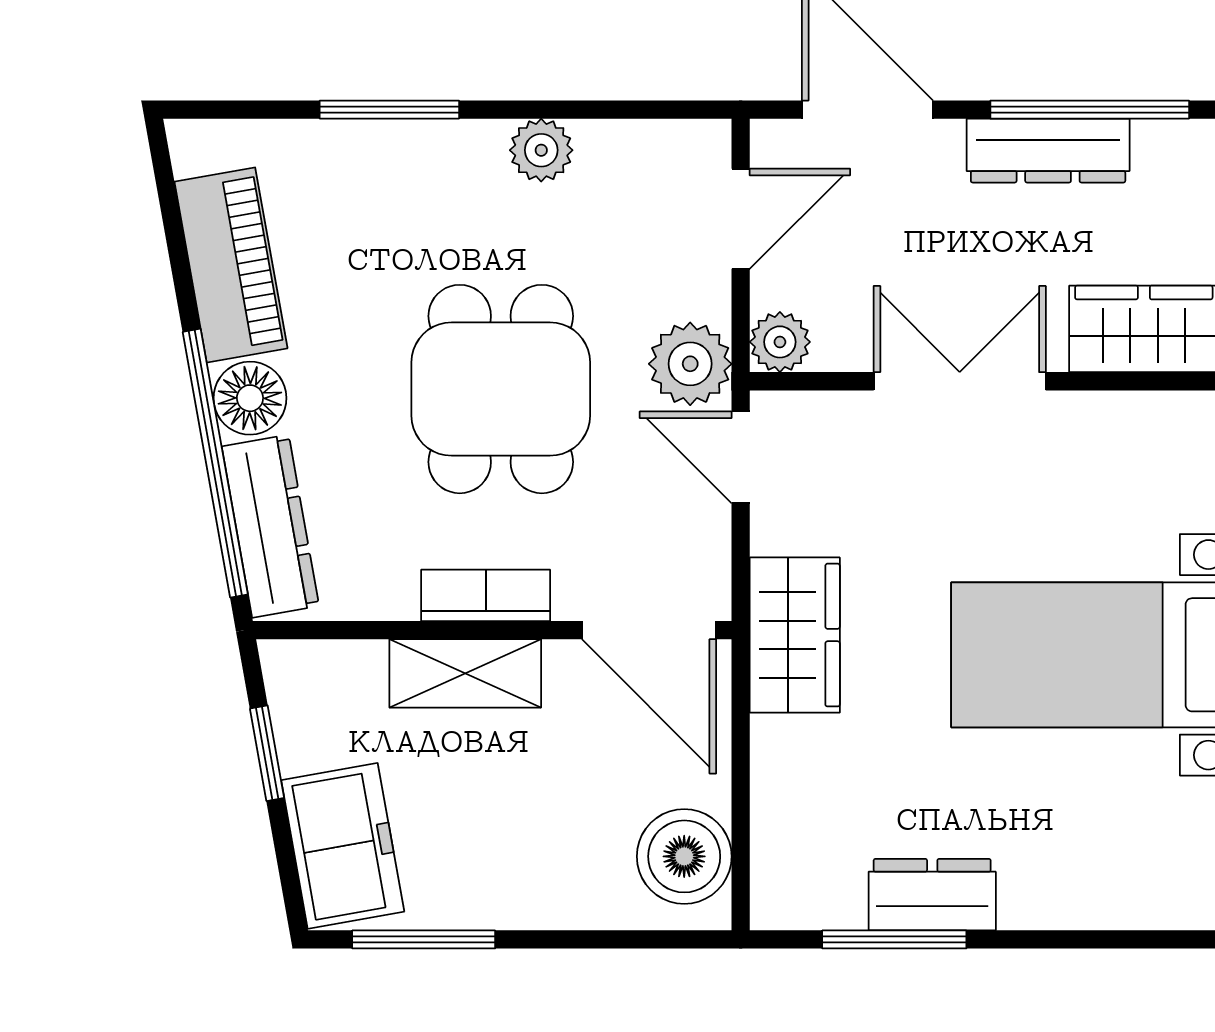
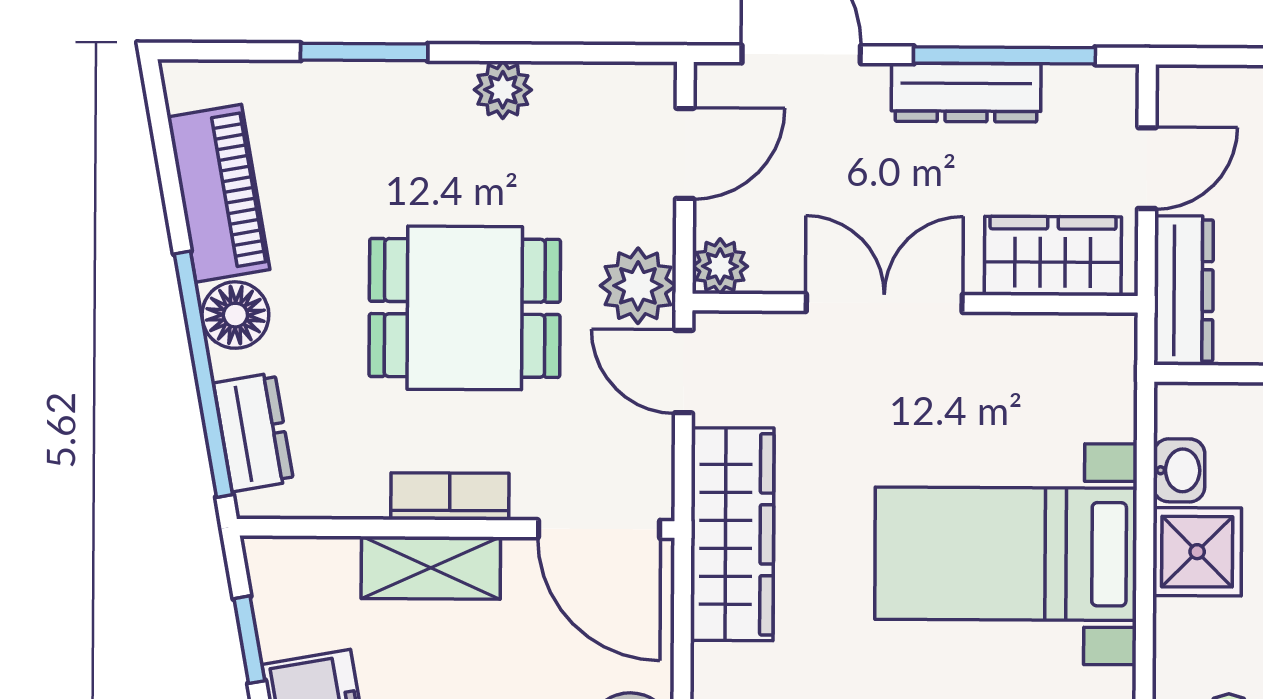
dining table: (501, 389) -> (465, 308), turned 90
dresser: (270, 526) -> (253, 432), width x0.70
wardrobe: (795, 635) -> (732, 534), width x1.50

